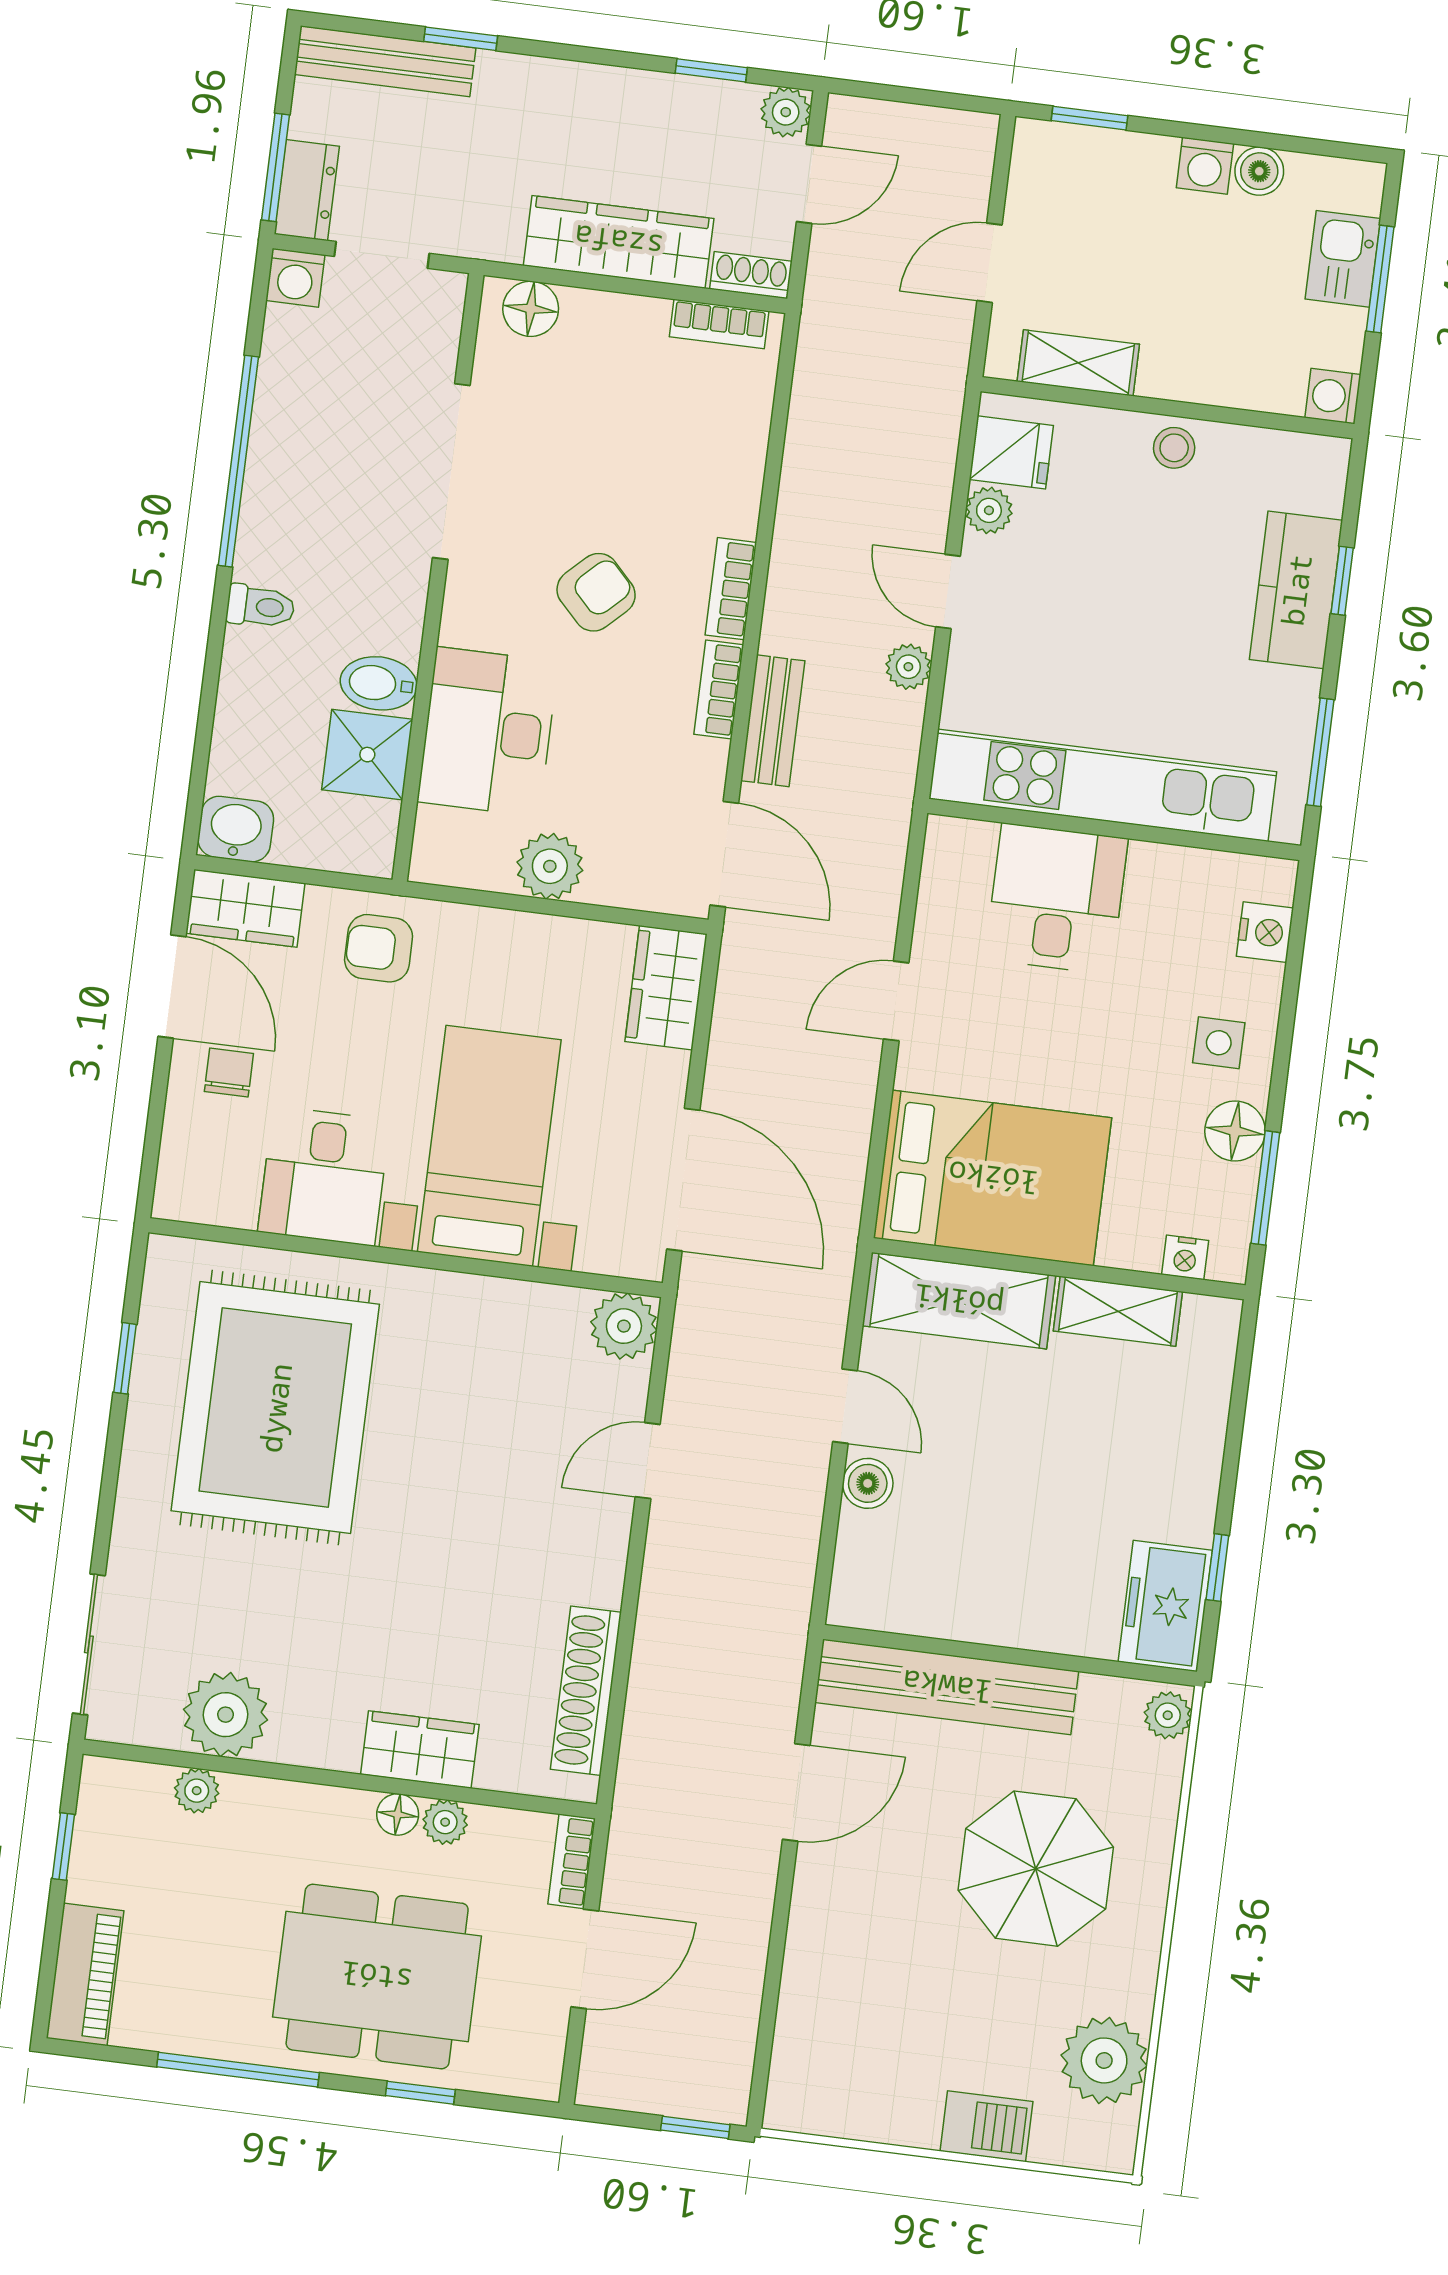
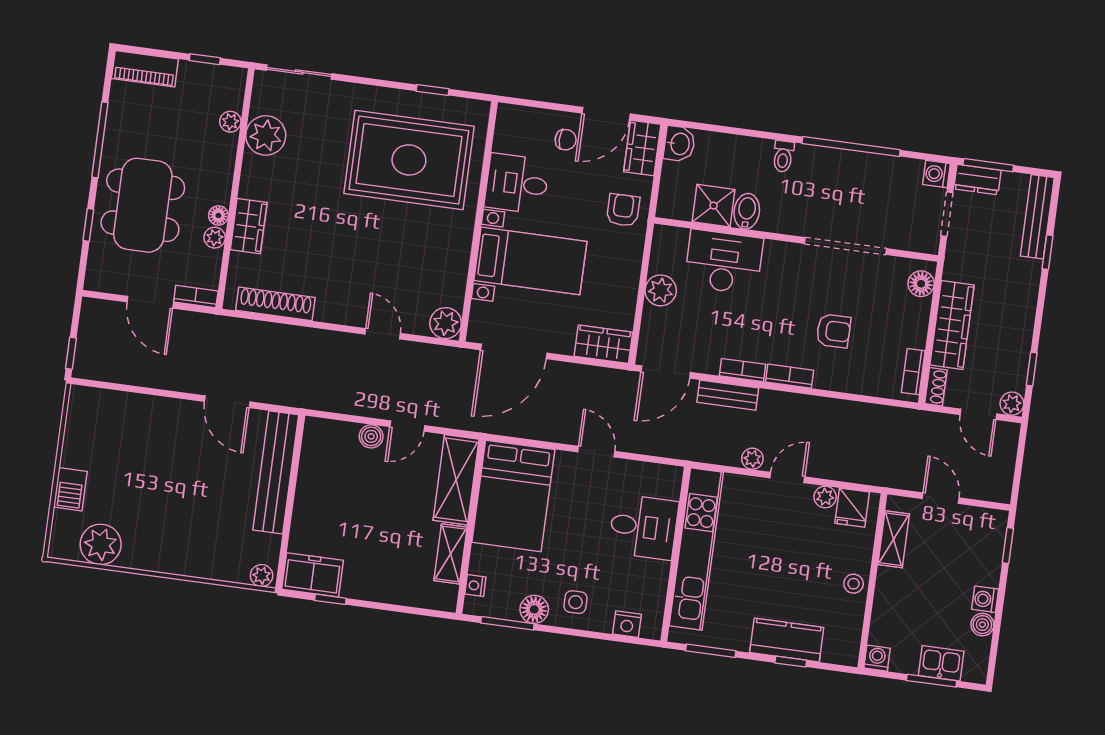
armchair: (596, 592) -> (833, 331), moved, turned -46
parasol: (1036, 1869) -> (191, 513), removed

